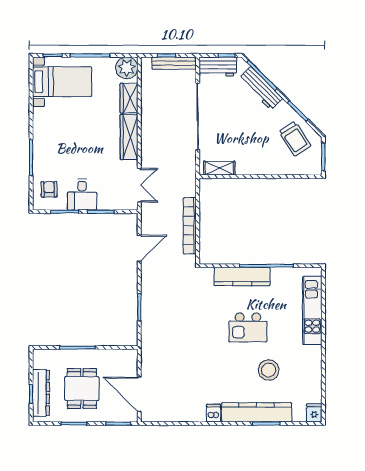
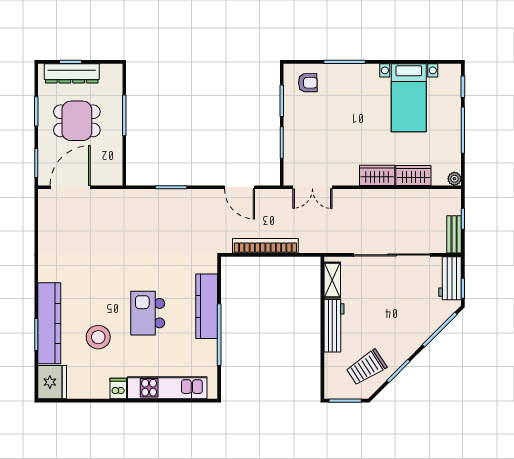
bench: (174, 63) -> (454, 234), width x0.73
plant: (127, 68) -> (454, 179), width x0.53, depth x0.53
bed with nightstands: (62, 82) -> (409, 98), moved
workbench: (261, 88) -> (334, 326), moved, turned 135
wardrobe: (129, 137) -> (377, 175), width x0.67
desk: (82, 195) -> (302, 121), removed
dishwasher: (213, 413) -> (118, 388), moved, turned -90
fridge: (314, 413) -> (52, 382), width x1.88, depth x1.34

